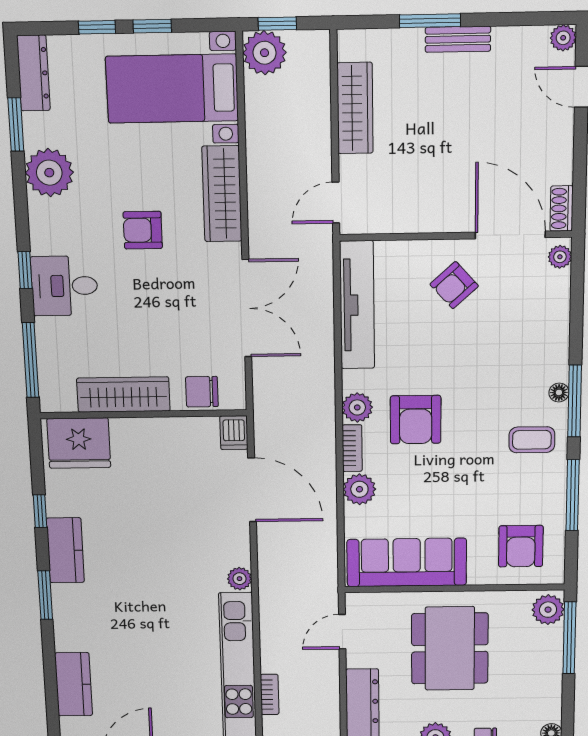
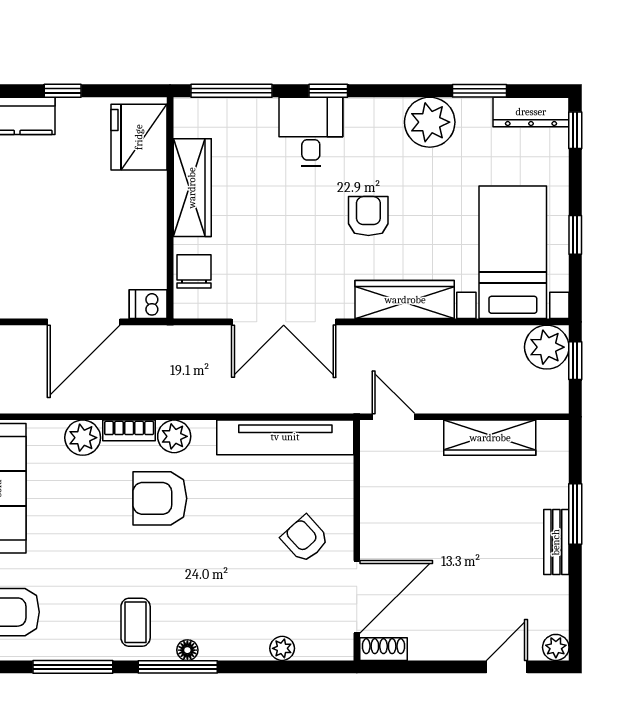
window: (97, 27) -> (575, 130), moved
plant: (560, 257) -> (282, 648), moved

